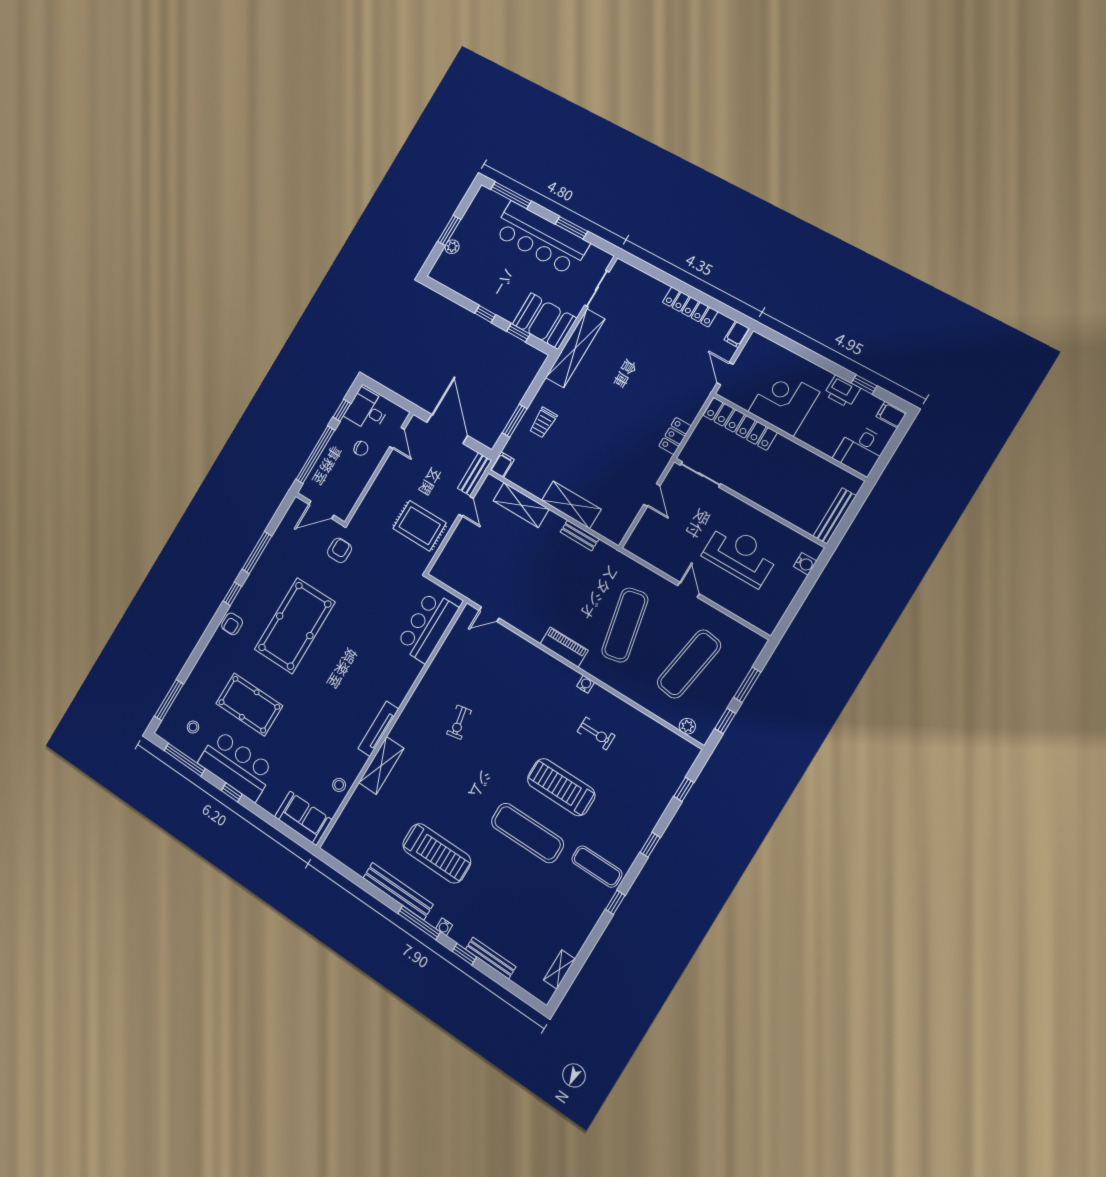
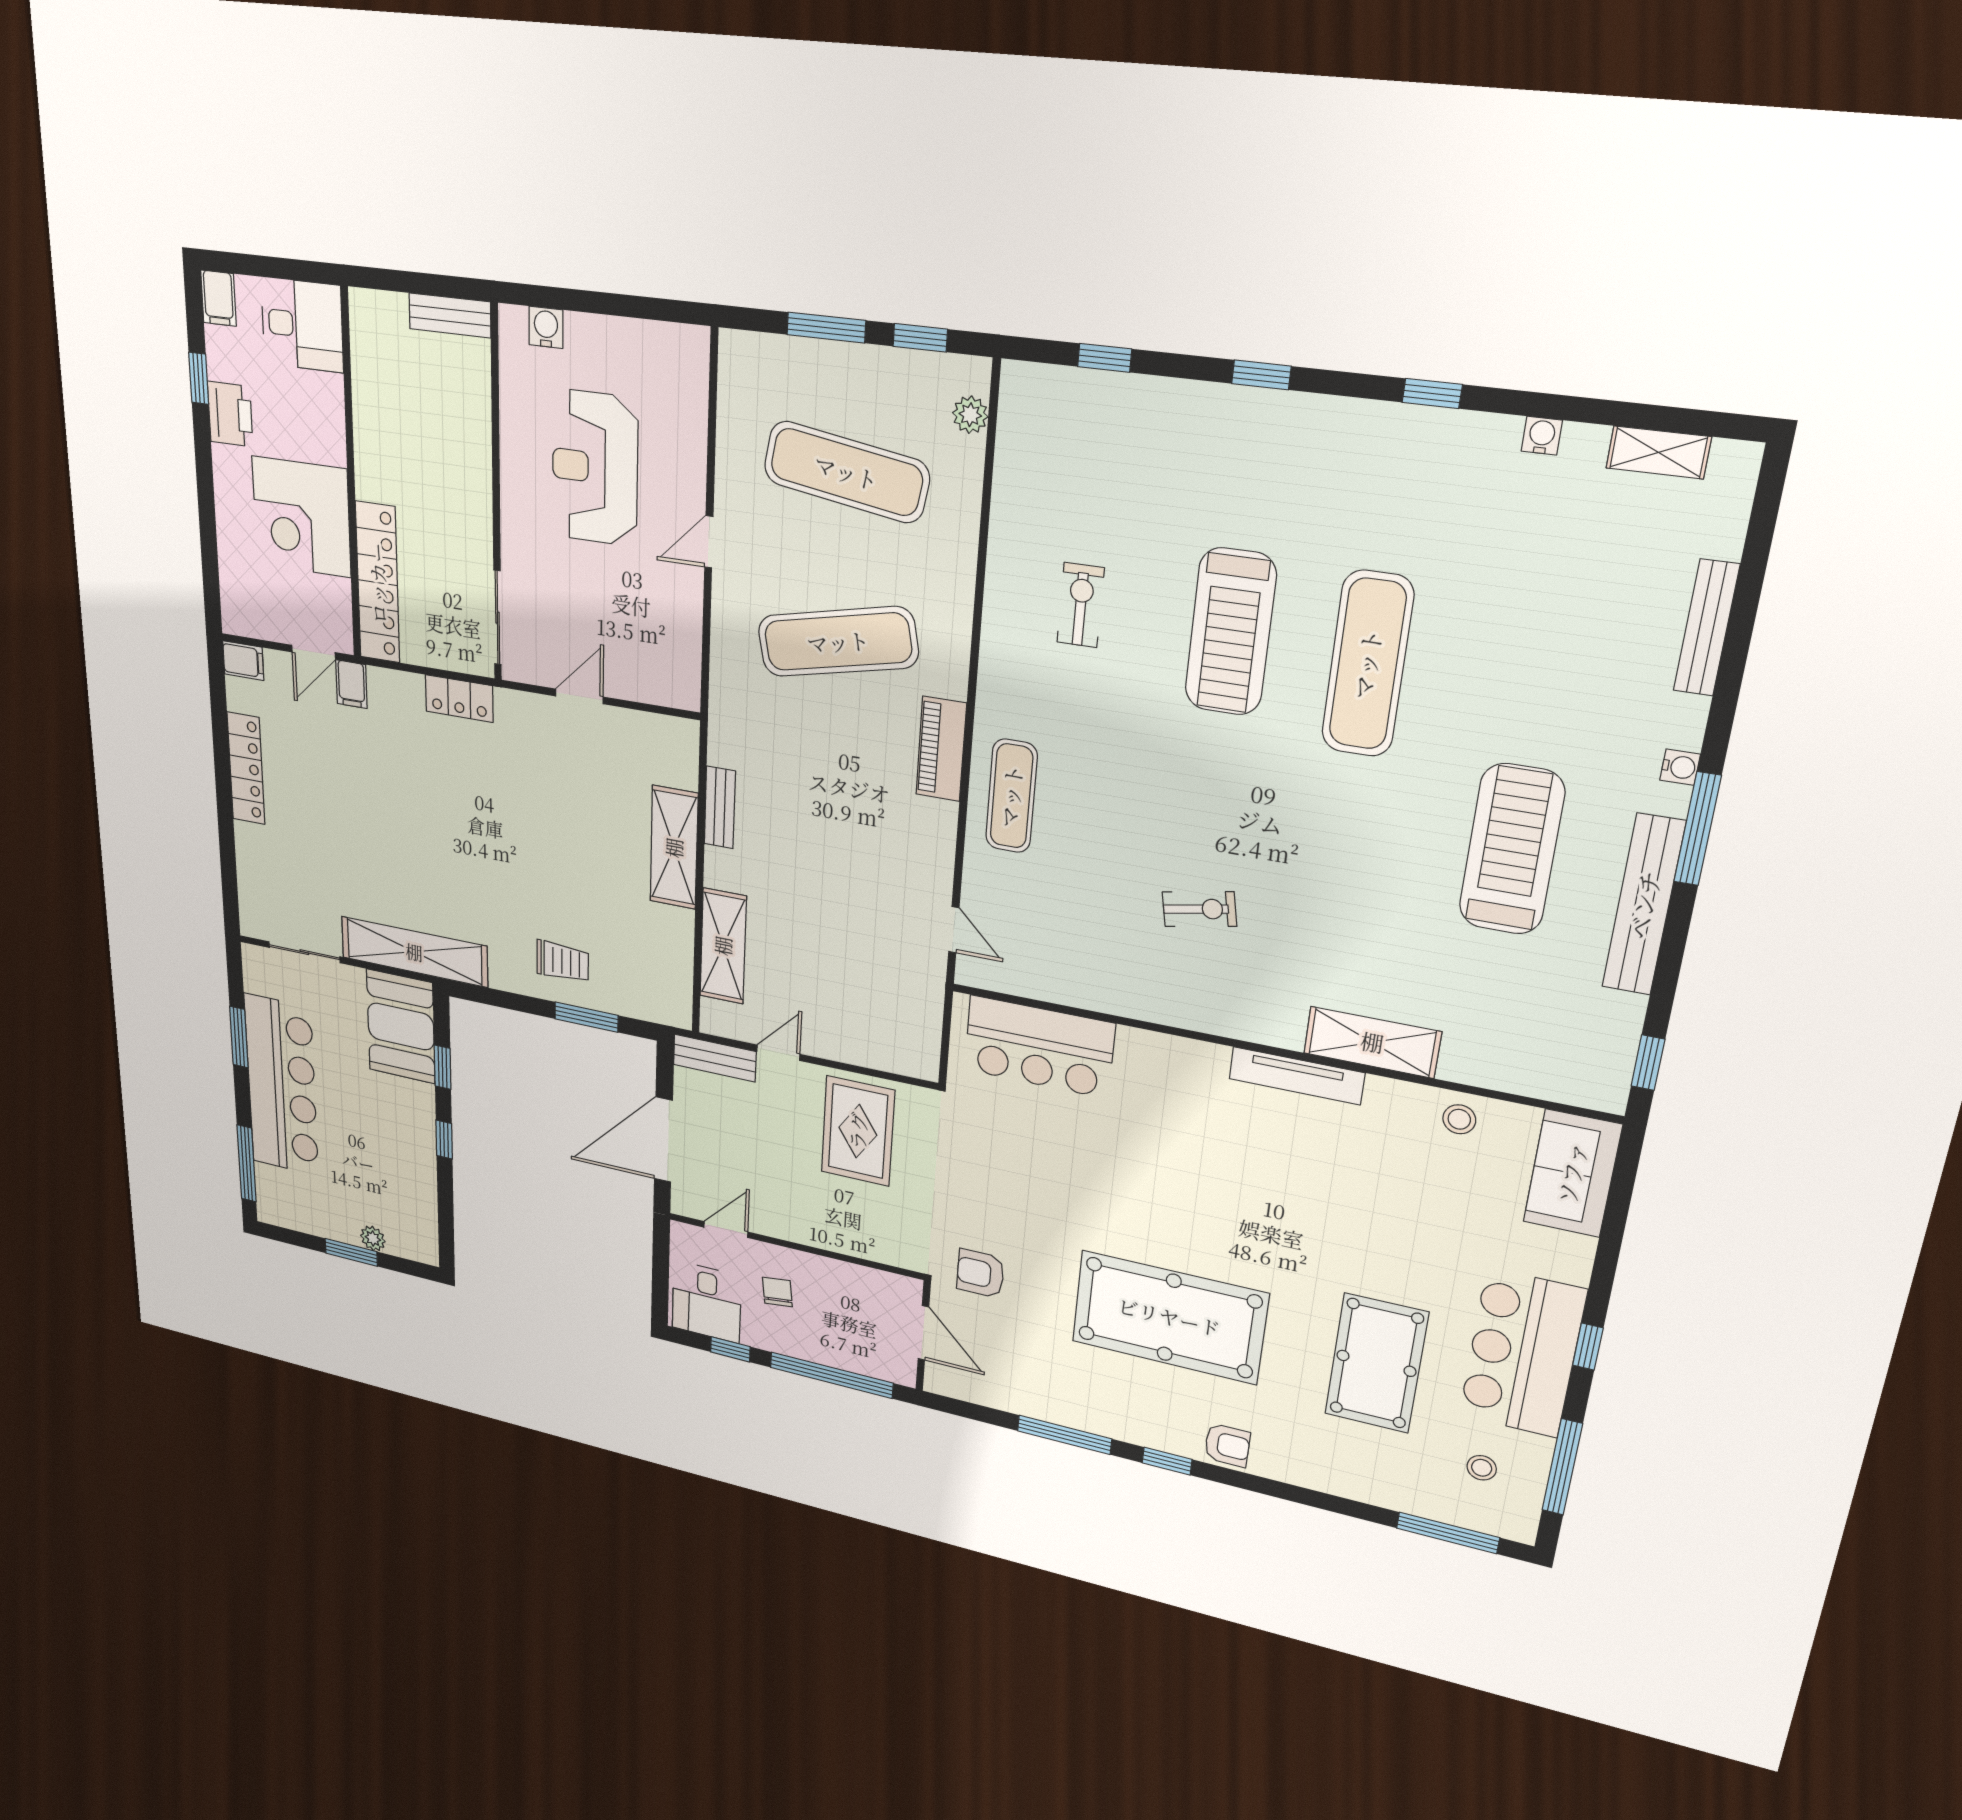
filing cabinet: (502, 465) -> (351, 684), moved, turned -90
bench: (835, 516) -> (450, 315), width x0.73
water cooler: (586, 684) -> (1542, 436), moved, turned 90
exercise mat: (597, 867) -> (1011, 796), moved
window: (464, 954) -> (1648, 1063), moved

